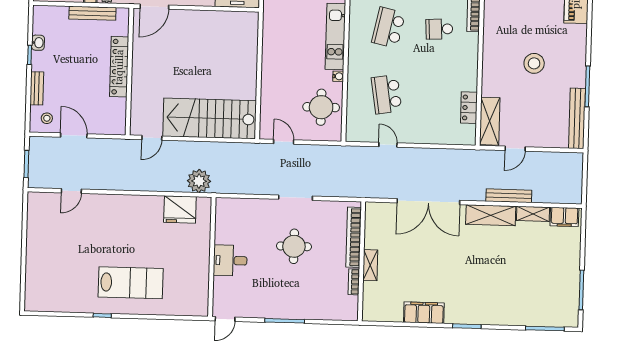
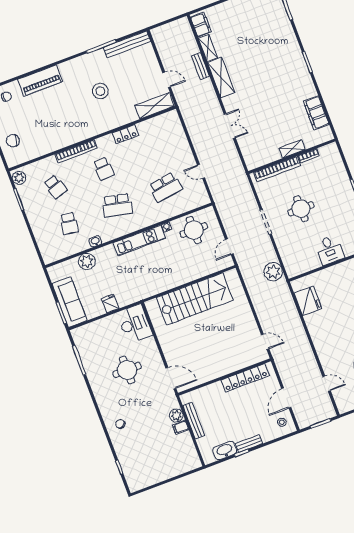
washbasin: (38, 43) -> (225, 451), width x1.91, depth x1.45
locker: (119, 67) -> (245, 378), moved
bench: (37, 88) -> (249, 444), moved
locker: (469, 108) -> (125, 134), moved
stairs: (210, 118) -> (195, 299), moved, turned -90
door: (388, 145) -> (201, 171), hinge flipped
plant: (199, 181) -> (273, 272), moved
bench: (509, 196) -> (200, 66), width x0.73
double door: (428, 202) -> (230, 126), width x0.54
filing cabinet: (424, 313) -> (316, 113), moved

